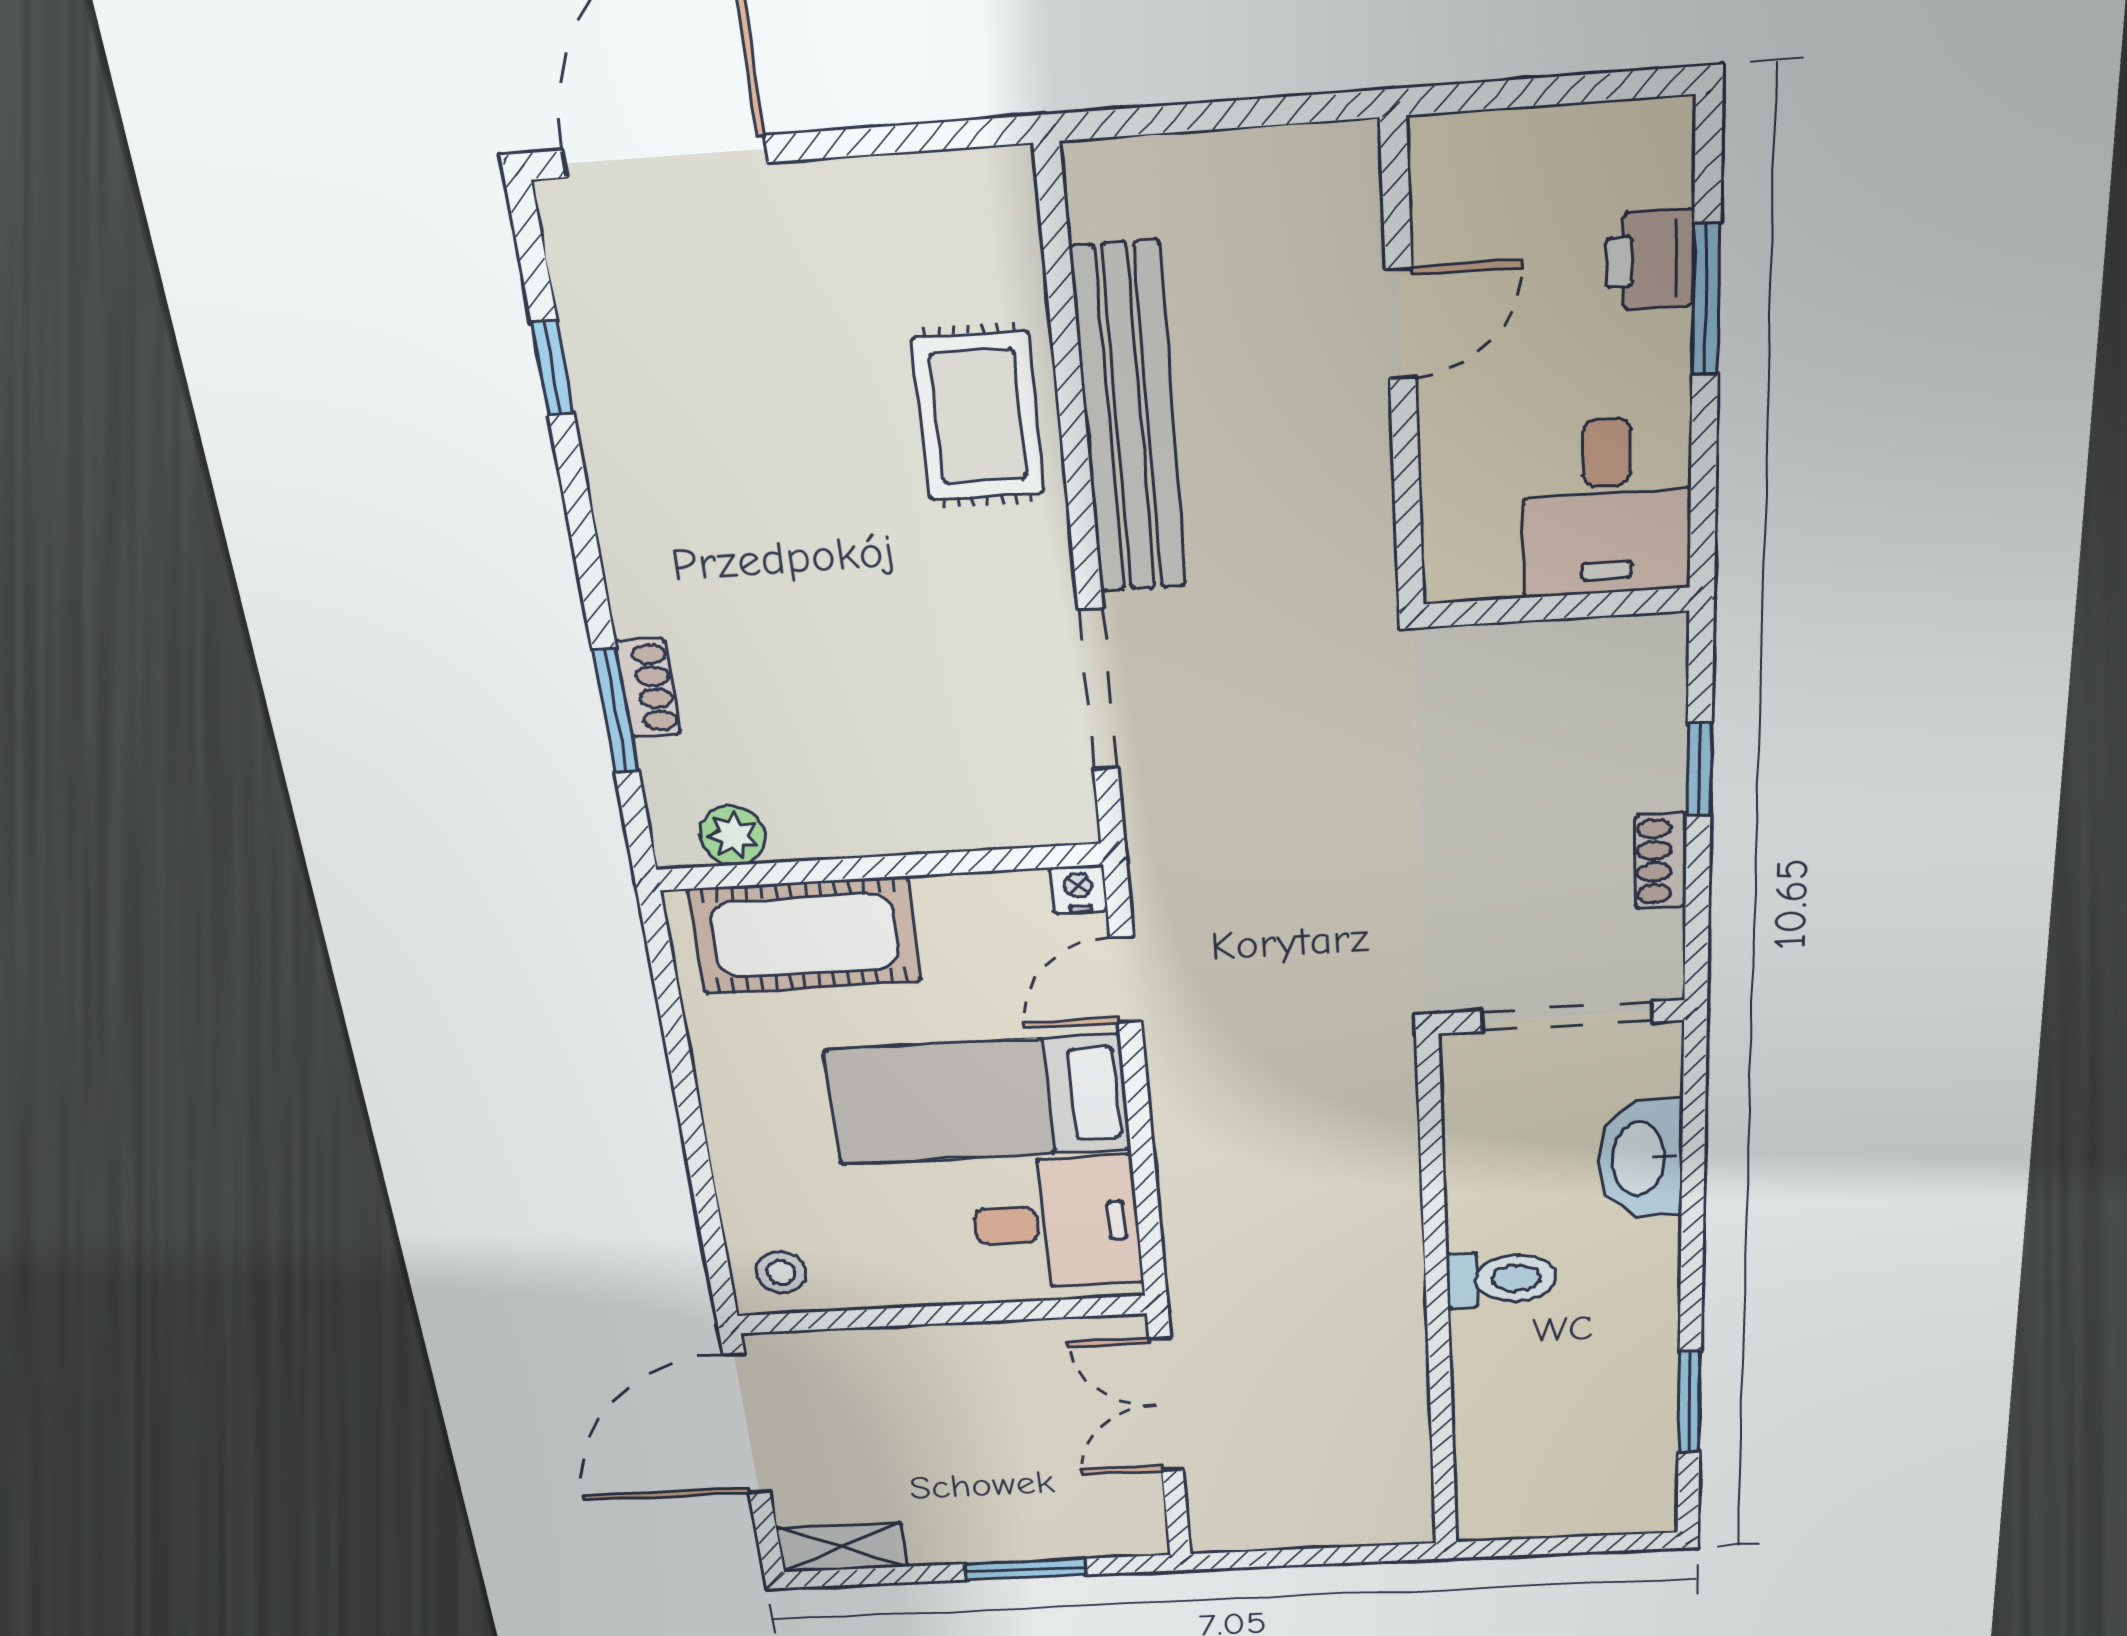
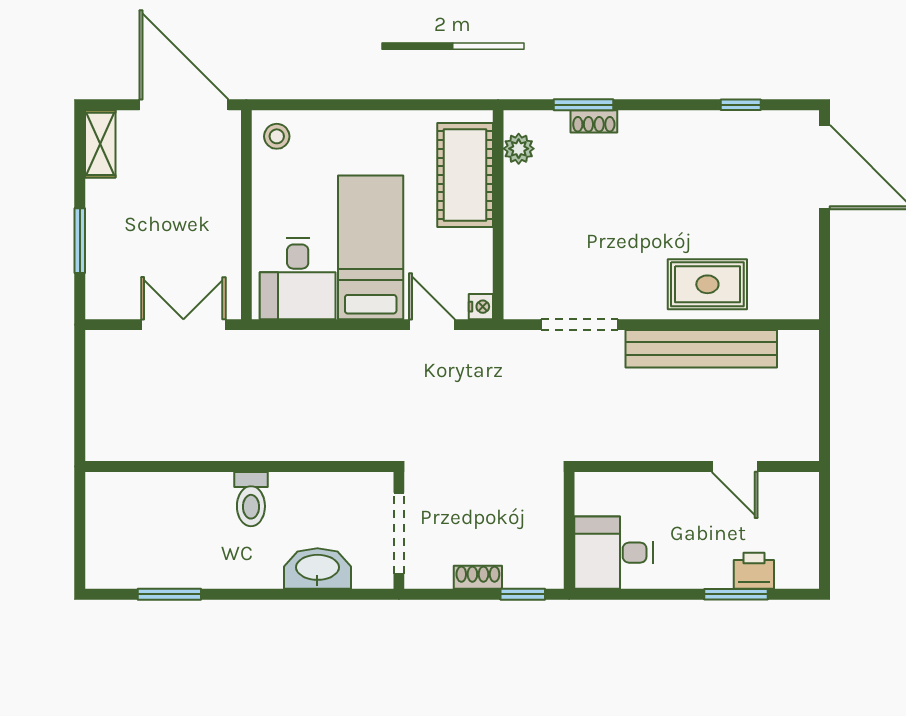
desk: (1607, 507) -> (614, 553), moved
wall: (1556, 607) -> (569, 530), moved

